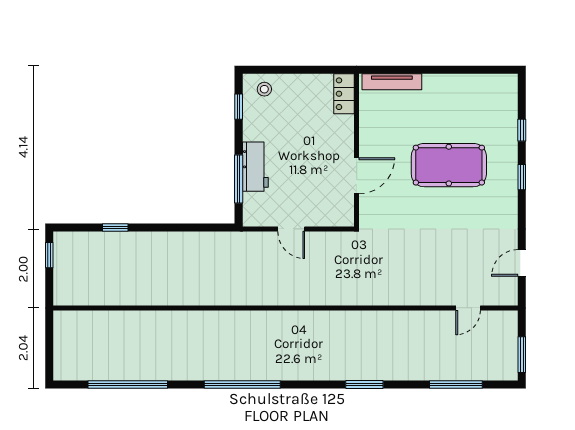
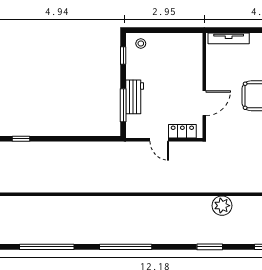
locker: (344, 94) -> (182, 131), moved, turned 90
window: (115, 228) -> (21, 139), moved
plant: (382, 325) -> (222, 206), added

